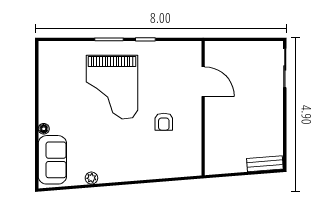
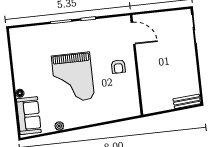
door: (203, 82) -> (133, 33), moved
grand piano: (112, 87) -> (73, 78), moved
armchair: (164, 122) -> (118, 67), moved

